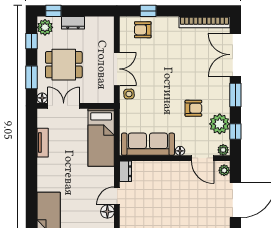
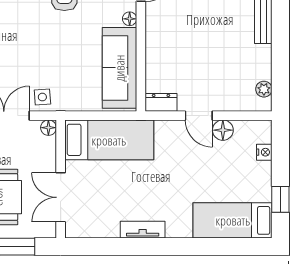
floor lamp: (42, 98) -> (48, 128), moved
tv unit: (43, 143) -> (143, 230), moved

